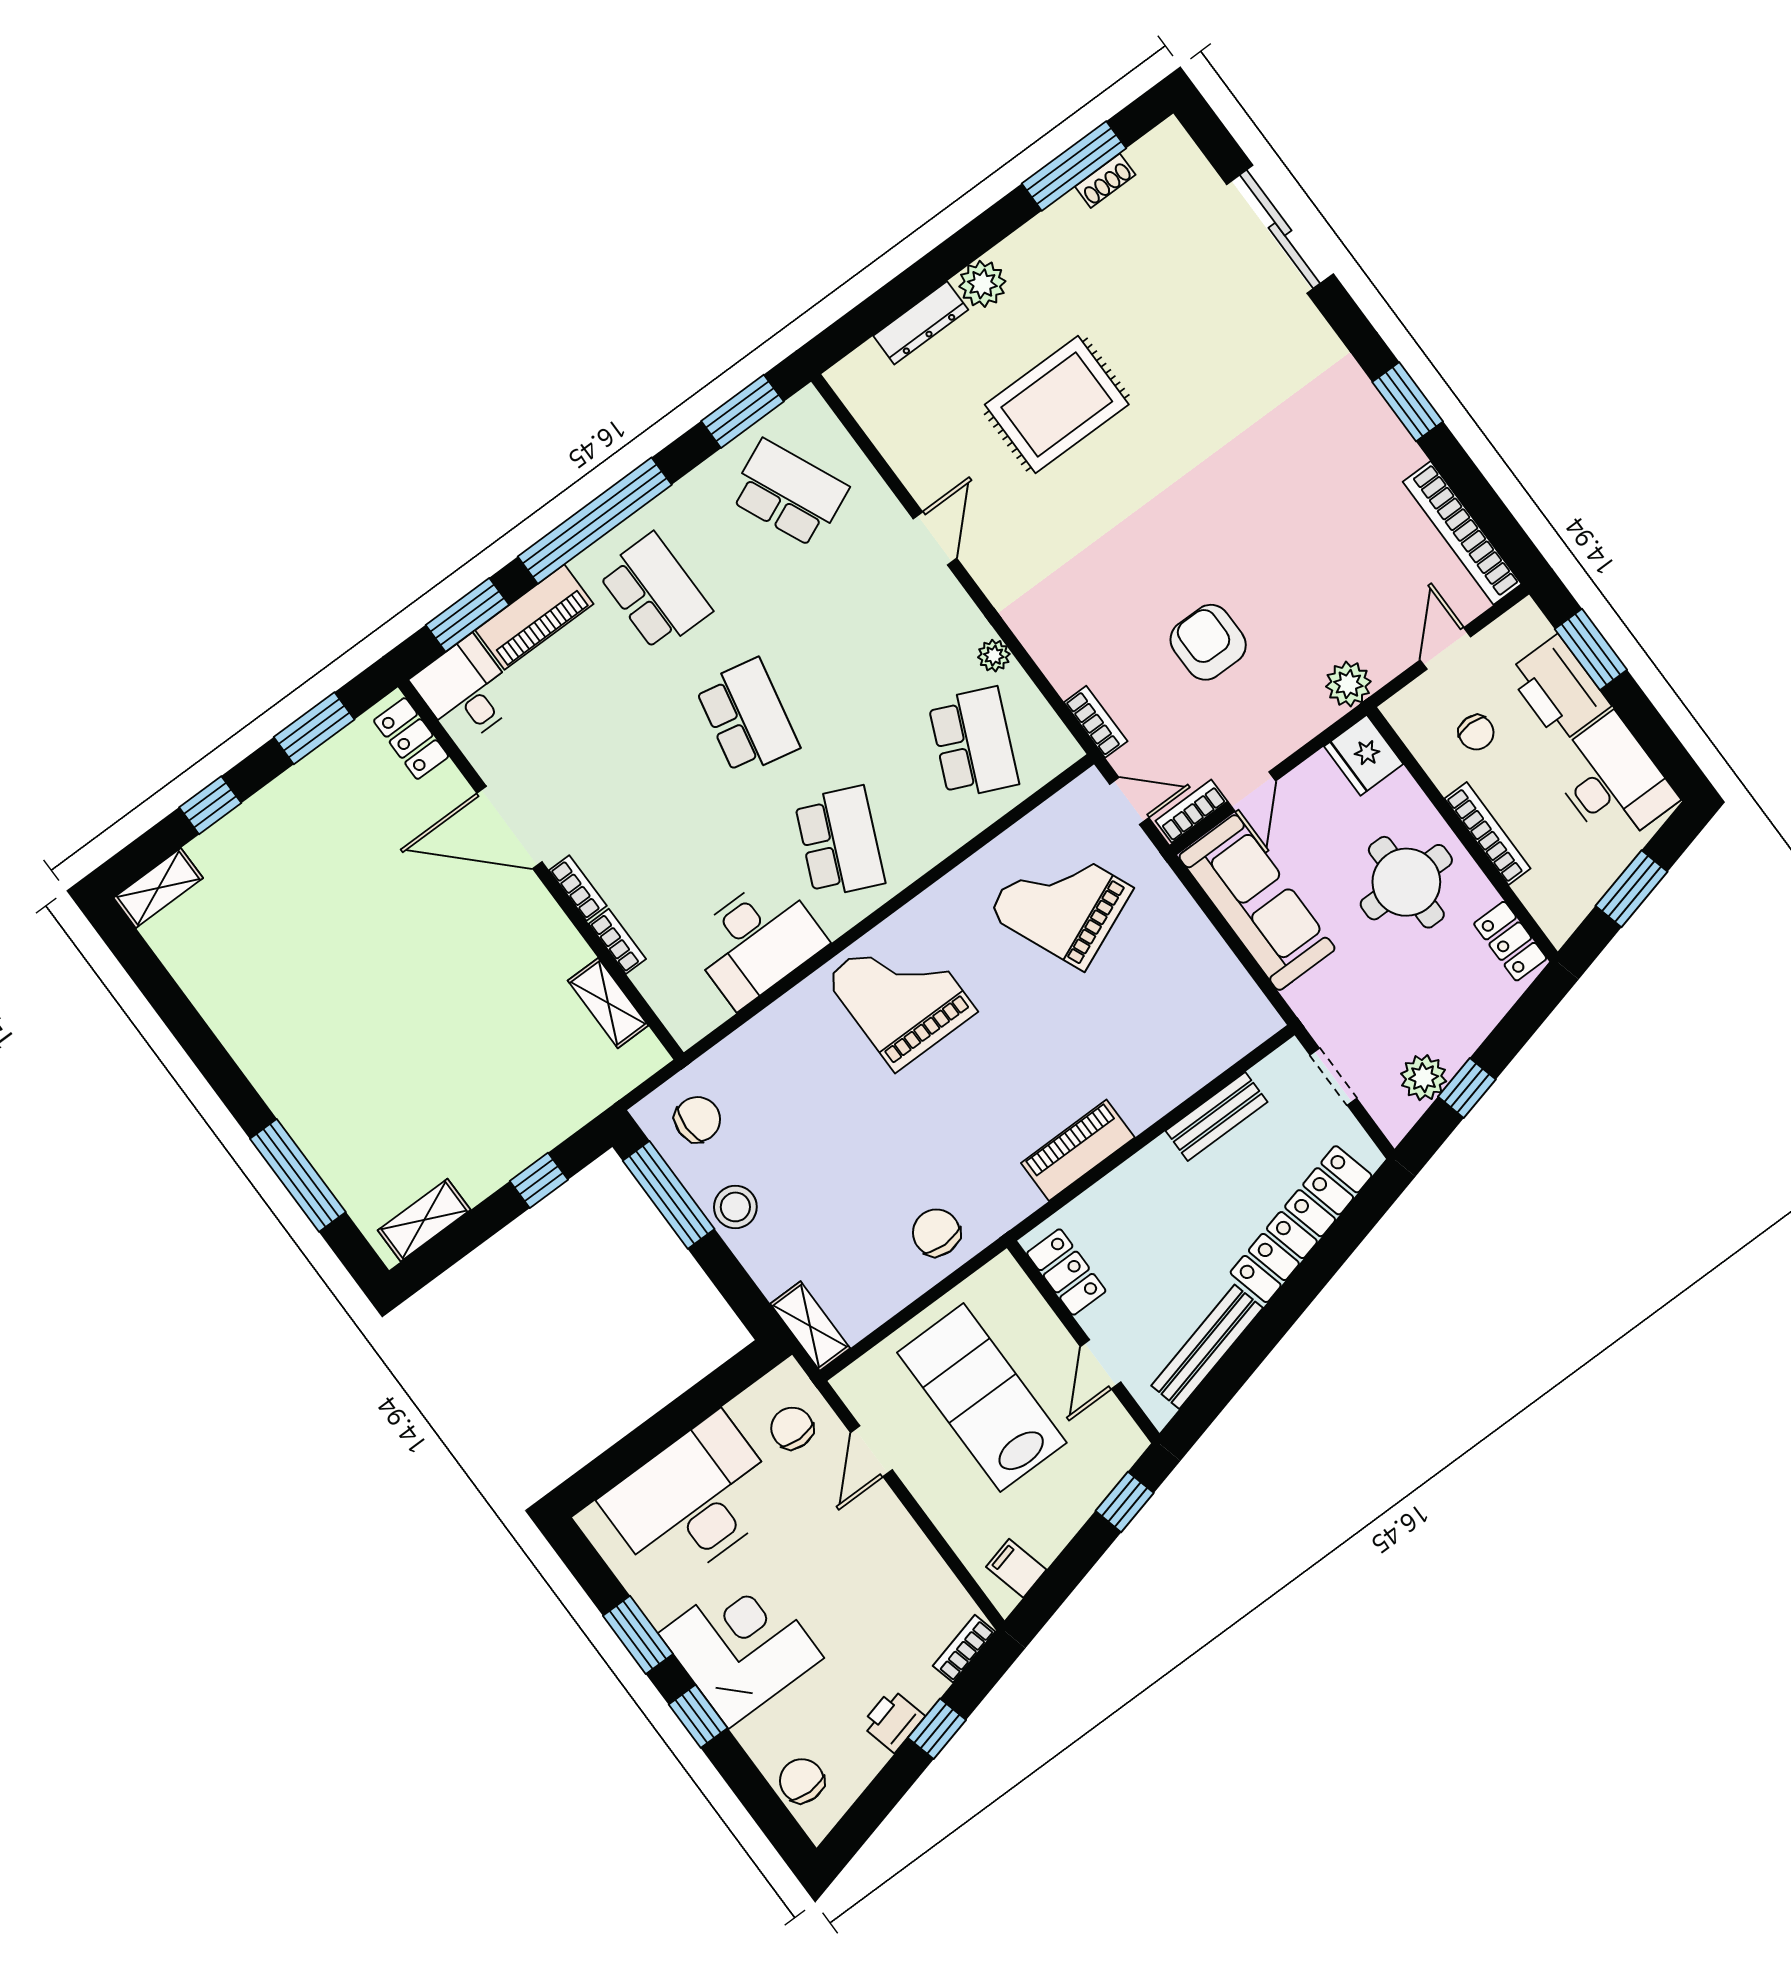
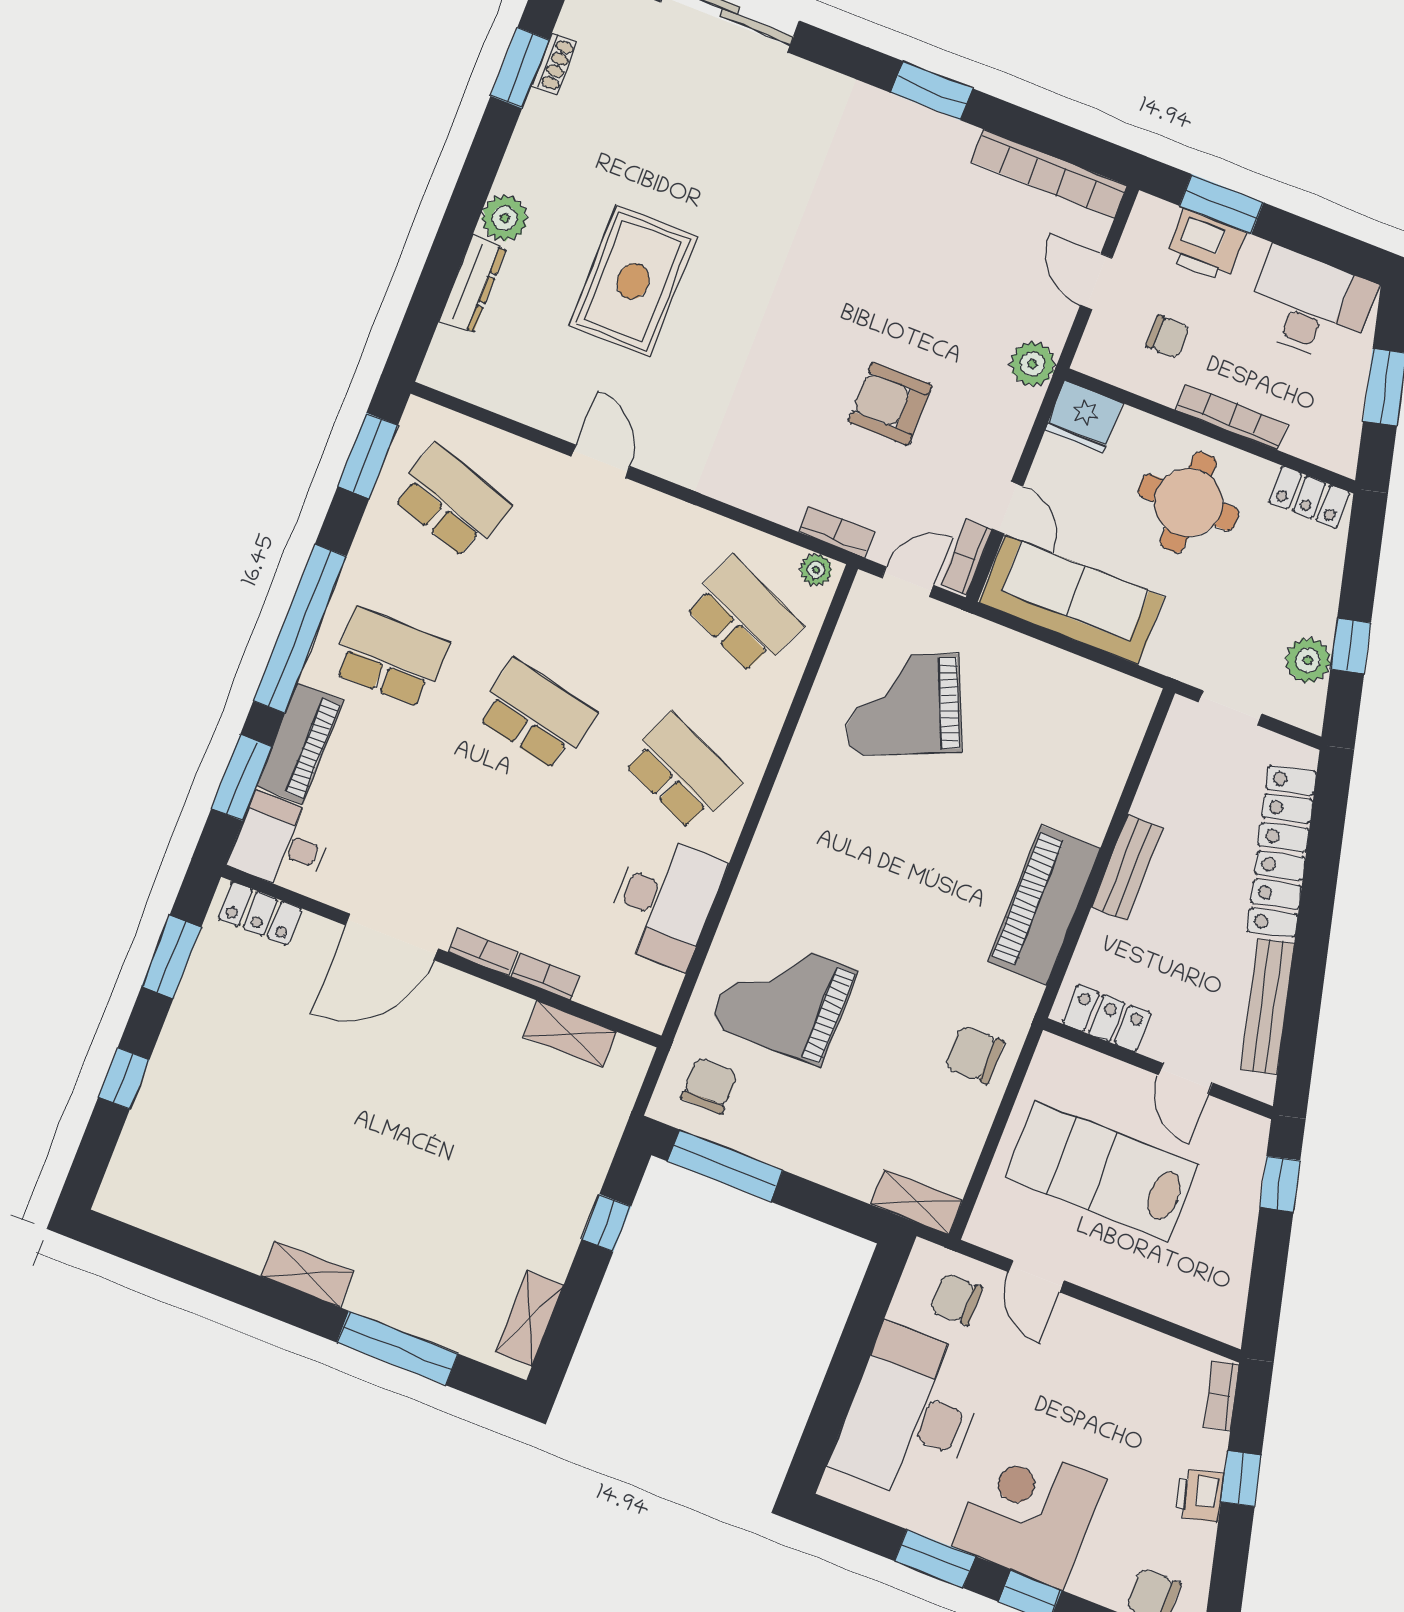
window: (1074, 166) -> (520, 68), width x0.69
school desk: (789, 493) -> (451, 501), turned 42
plant: (994, 656) -> (816, 570), moved
printer: (1559, 689) -> (1205, 246), width x0.73, depth x0.84
shelving: (158, 888) -> (307, 1274), moved, turned 90
grand piano: (901, 995) -> (783, 997), moved
bench: (1217, 1116) -> (1127, 868), moved
piano: (1078, 1150) -> (1044, 905), width x1.37, depth x1.33
stool: (735, 1207) -> (789, 1140), removed
filing cabinet: (1016, 1568) -> (1223, 1299), removed

